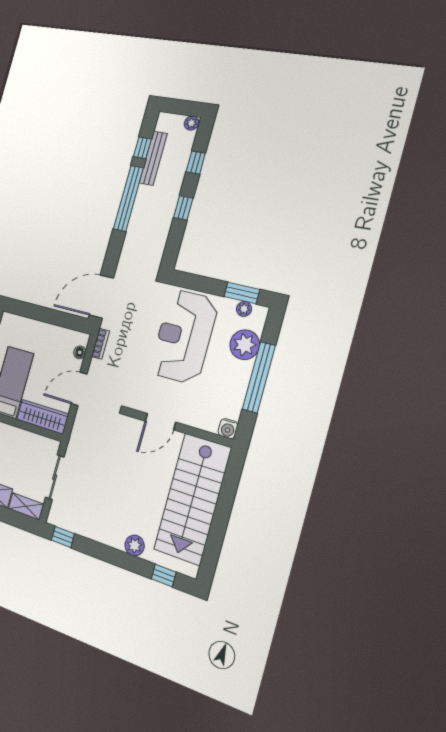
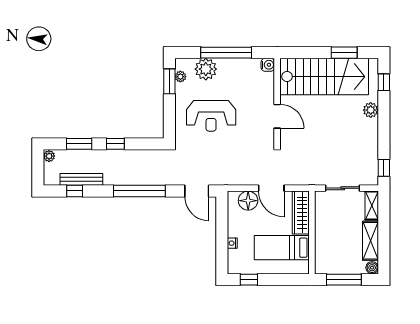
window: (196, 163) -> (79, 144), width x1.50
window: (128, 198) -> (139, 191), moved
door: (101, 297) -> (197, 191), width x0.73
nightstand: (33, 325) -> (232, 243), added
reception desk: (184, 337) -> (211, 116), width x0.74, depth x0.77
bookcase: (100, 344) -> (233, 181), removed
floor lamp: (80, 352) -> (248, 201), width x1.89, depth x1.89
window: (216, 536) -> (344, 53), added

